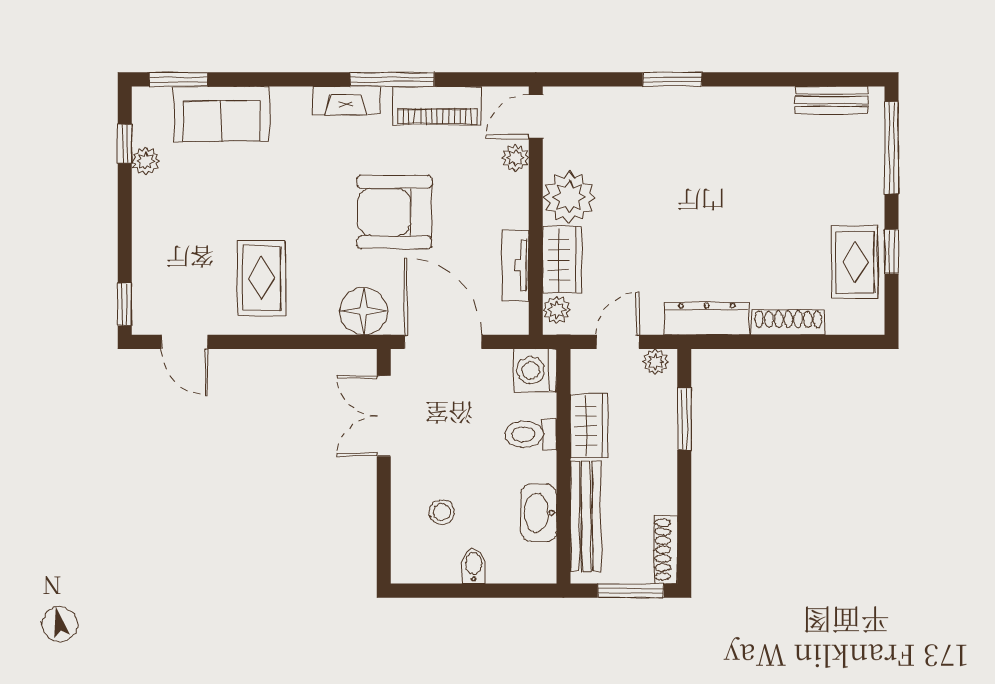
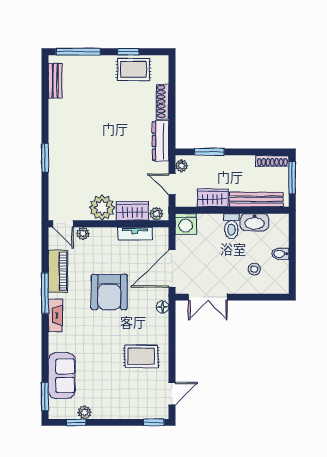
floor lamp: (364, 311) -> (163, 307), width x0.53, depth x0.53
toilet: (531, 434) -> (232, 226), moved

